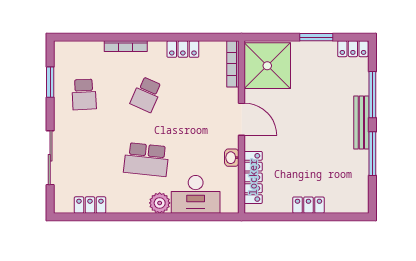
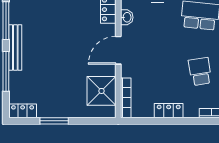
shower: (267, 66) -> (101, 91), width x0.73, depth x0.73
school desk: (146, 94) -> (200, 72), turned -33
door: (242, 119) -> (118, 50), hinge flipped

